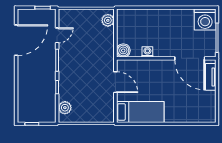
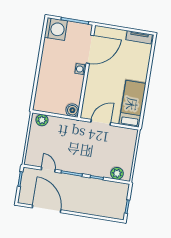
washing machine: (147, 52) -> (80, 69), moved
tv unit: (211, 77) -> (139, 37), moved

